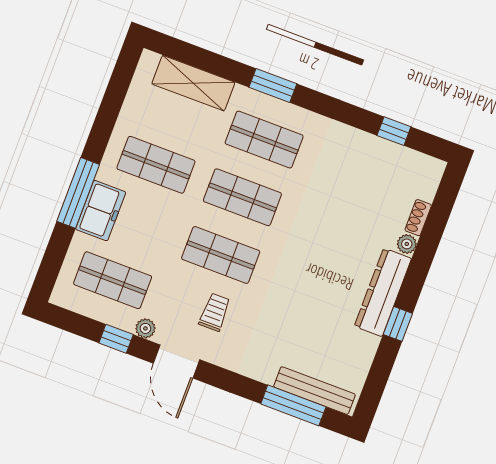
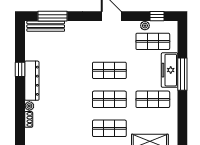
freezer: (101, 211) -> (170, 70), width x1.40
trolley: (215, 312) -> (103, 44), removed
plant: (145, 328) -> (145, 26), moved
window: (116, 339) -> (157, 16), moved

